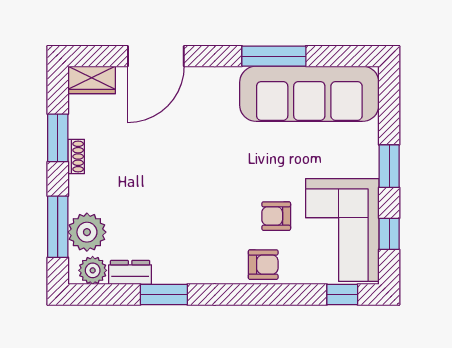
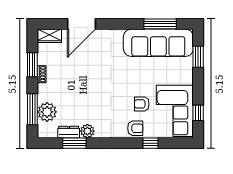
window: (274, 56) -> (160, 24), moved
window: (389, 166) -> (198, 57), moved
plant: (93, 270) -> (87, 131), moved
window: (164, 294) -> (74, 143), moved
window: (342, 294) -> (151, 143), moved

